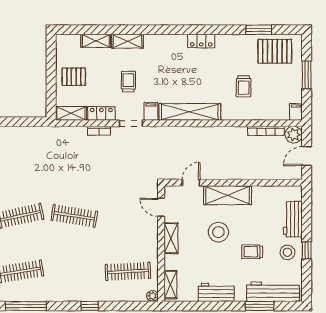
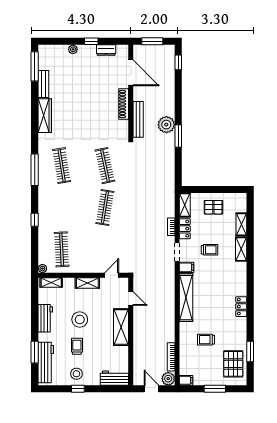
pallet: (74, 77) -> (213, 207), turned 90
workbench: (293, 219) -> (114, 378), moved
stool: (218, 232) -> (80, 319), moved

